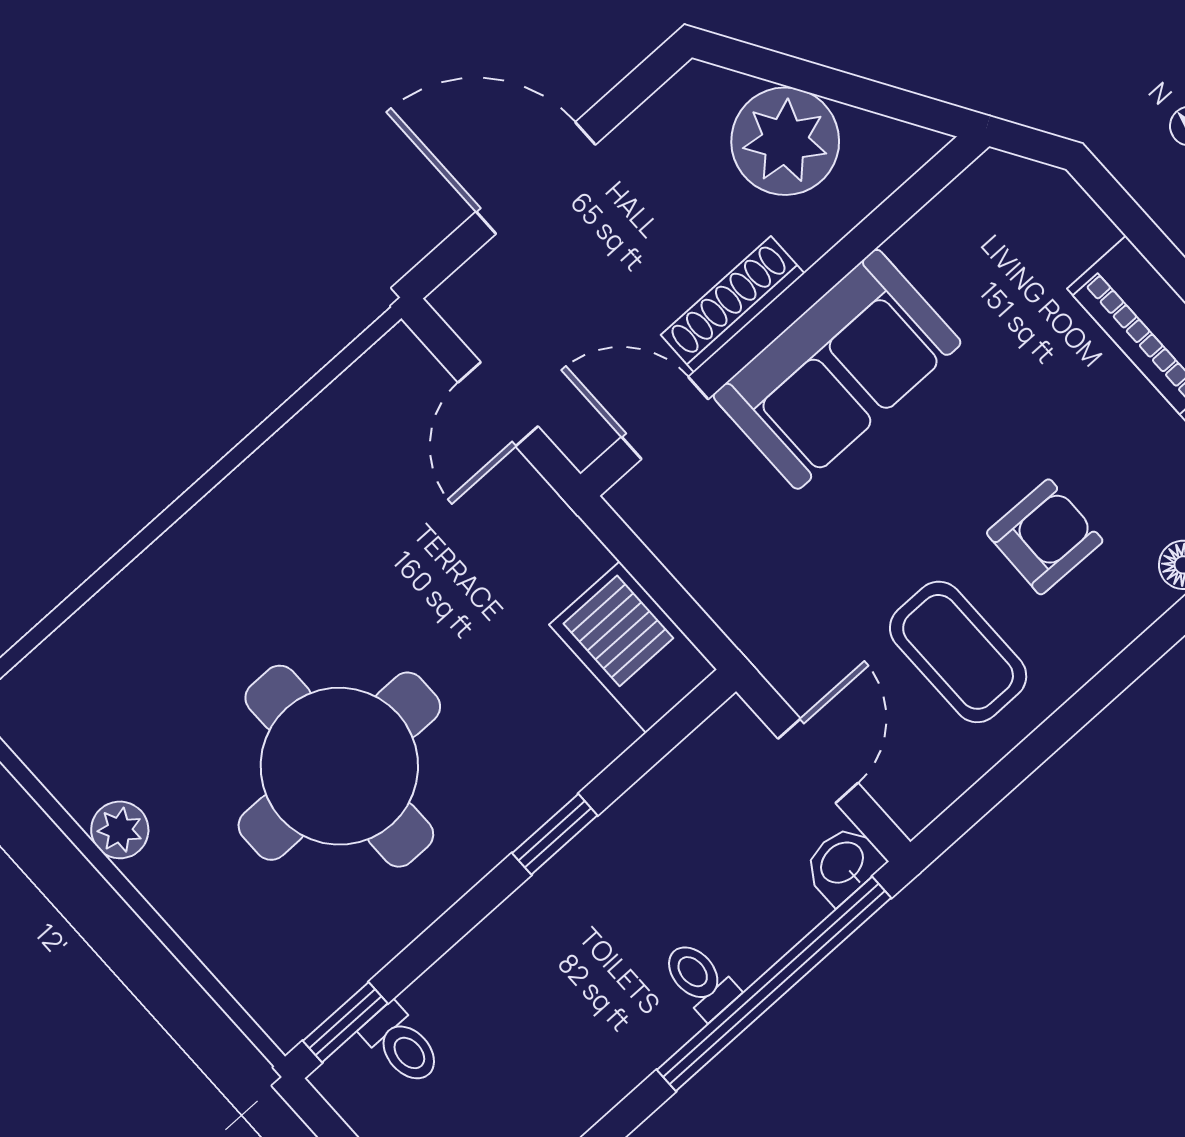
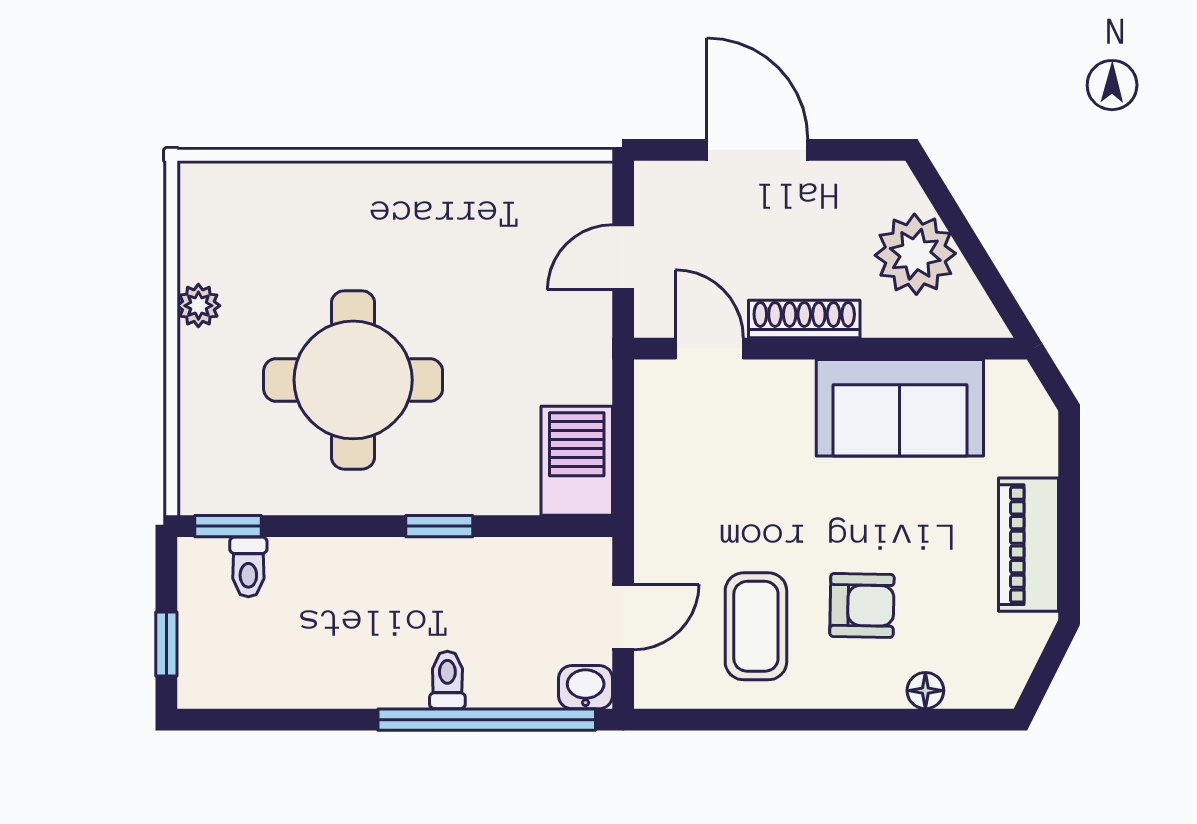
sofa: (837, 369) -> (900, 408), moved

